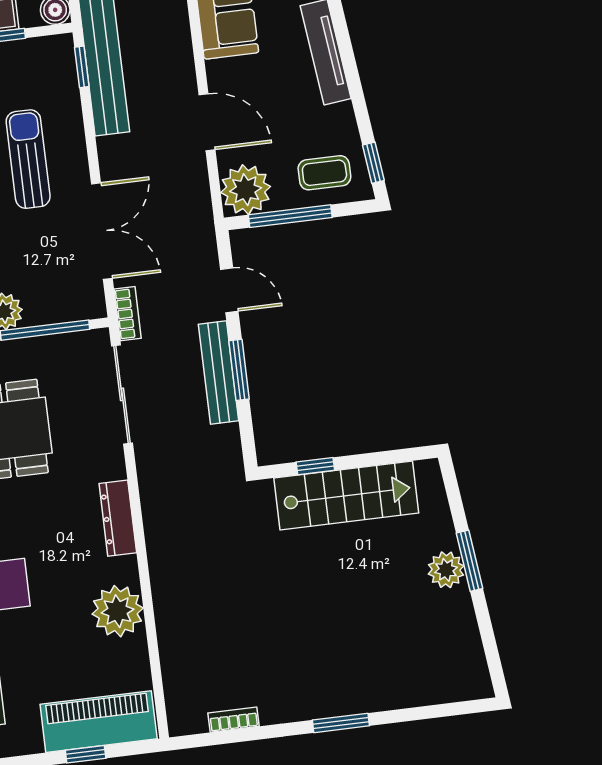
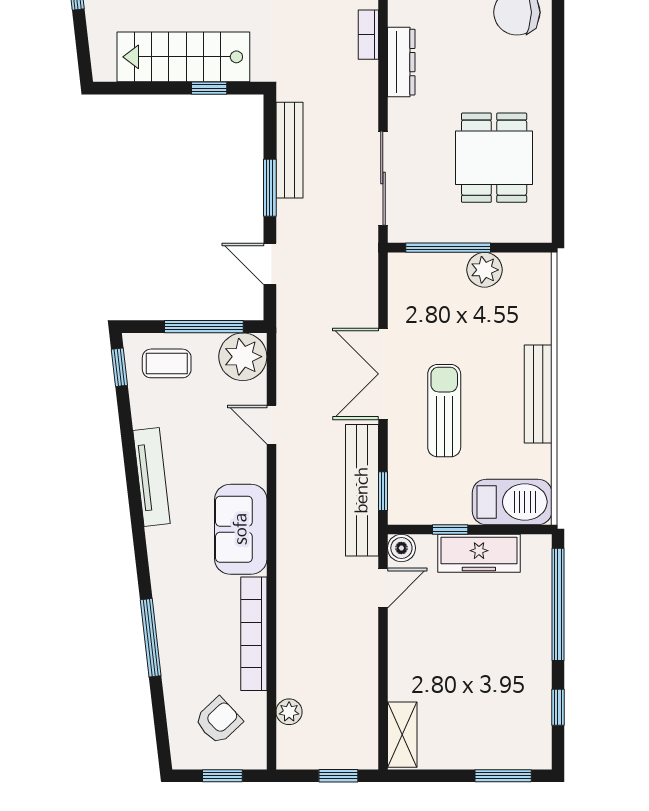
door: (207, 122) -> (271, 425), width x0.73
sun lounger: (28, 159) -> (444, 411), turned 180
double door: (102, 231) -> (383, 374), moved
bookcase: (128, 314) -> (368, 35), moved
bench: (219, 372) -> (289, 150), moved

